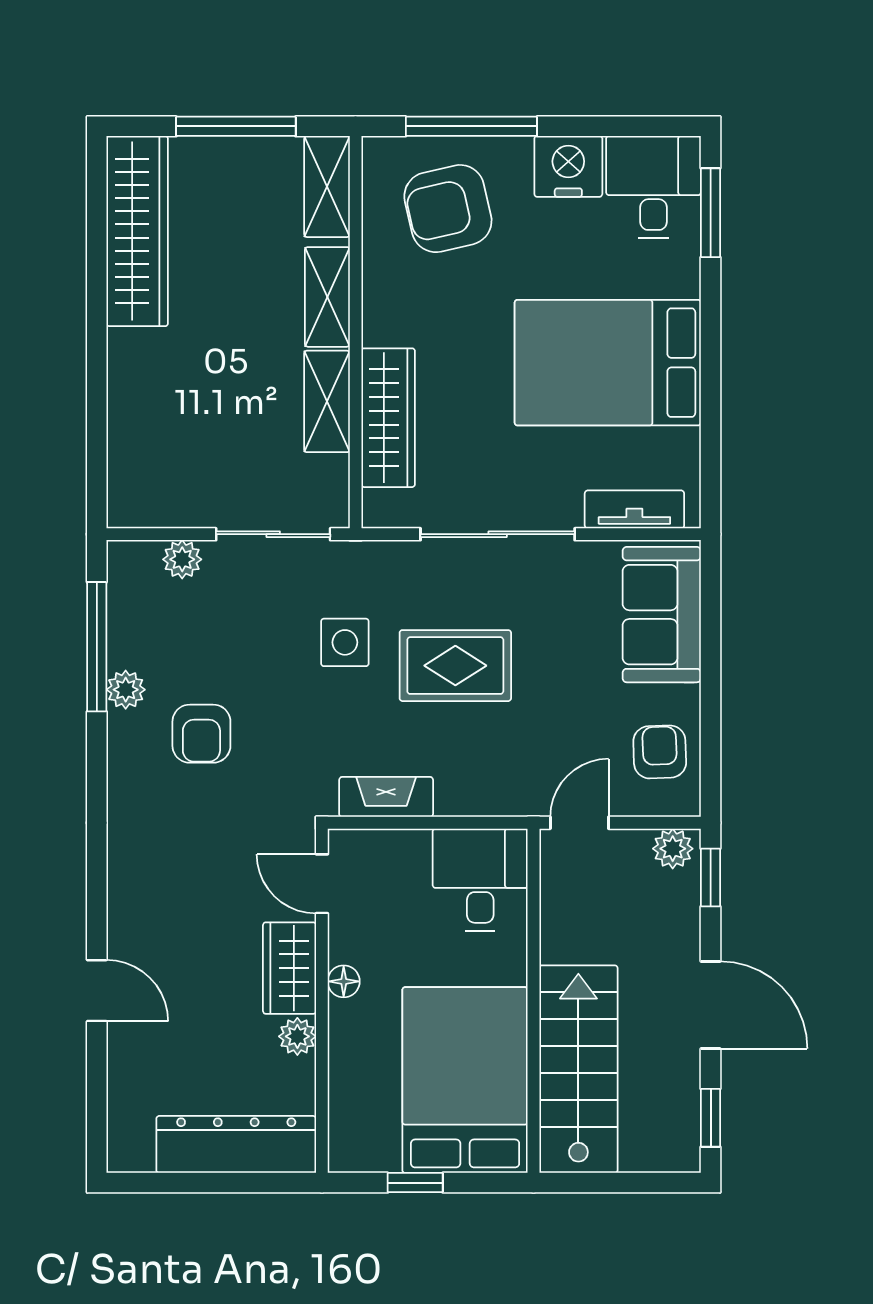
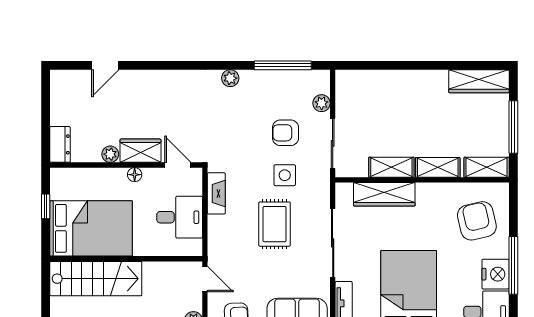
window: (471, 126) -> (513, 265), moved
wardrobe: (137, 231) -> (479, 81), width x0.71, depth x0.85
plant: (126, 690) -> (230, 78), moved
armchair: (201, 734) -> (286, 133), moved
desk: (480, 880) -> (180, 217), moved
door: (322, 884) -> (178, 165), hinge flipped
door: (97, 991) -> (105, 65), moved
dresser: (236, 1144) -> (60, 144), width x0.51, depth x0.80

